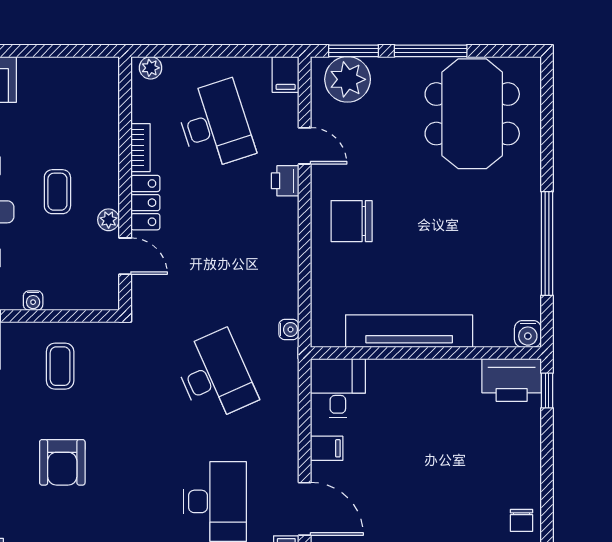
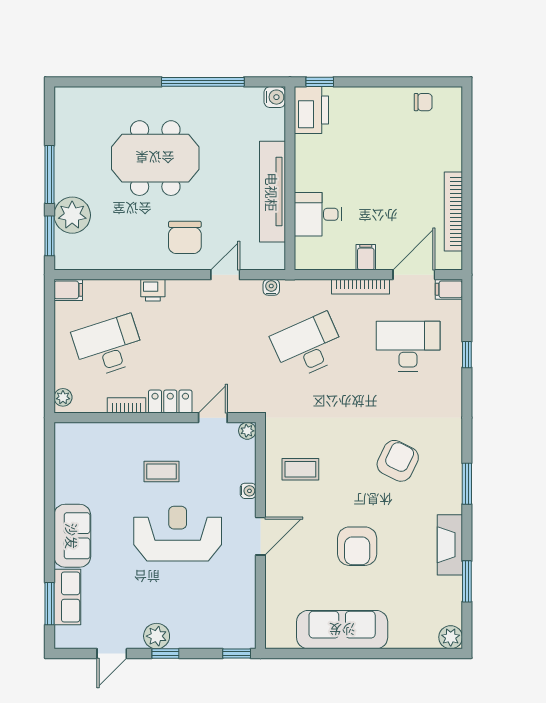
plant: (348, 79) -> (72, 215), moved
meeting table: (472, 114) -> (155, 158), moved
door: (305, 146) -> (225, 275), moved
plant: (109, 220) -> (247, 431), moved
desk: (338, 388) -> (318, 214), moved
bookcase: (290, 442) -> (361, 287), added
armchair: (62, 462) -> (398, 461), moved, turned -64

